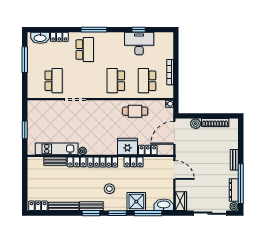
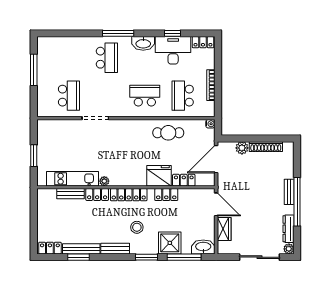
locker: (59, 37) -> (203, 42), moved
washbasin: (40, 38) -> (143, 43), moved
school desk: (116, 81) -> (145, 96), turned 90
window: (241, 184) -> (297, 202), moved
wardrobe: (181, 201) -> (224, 229), moved
window: (91, 213) -> (79, 257), moved

